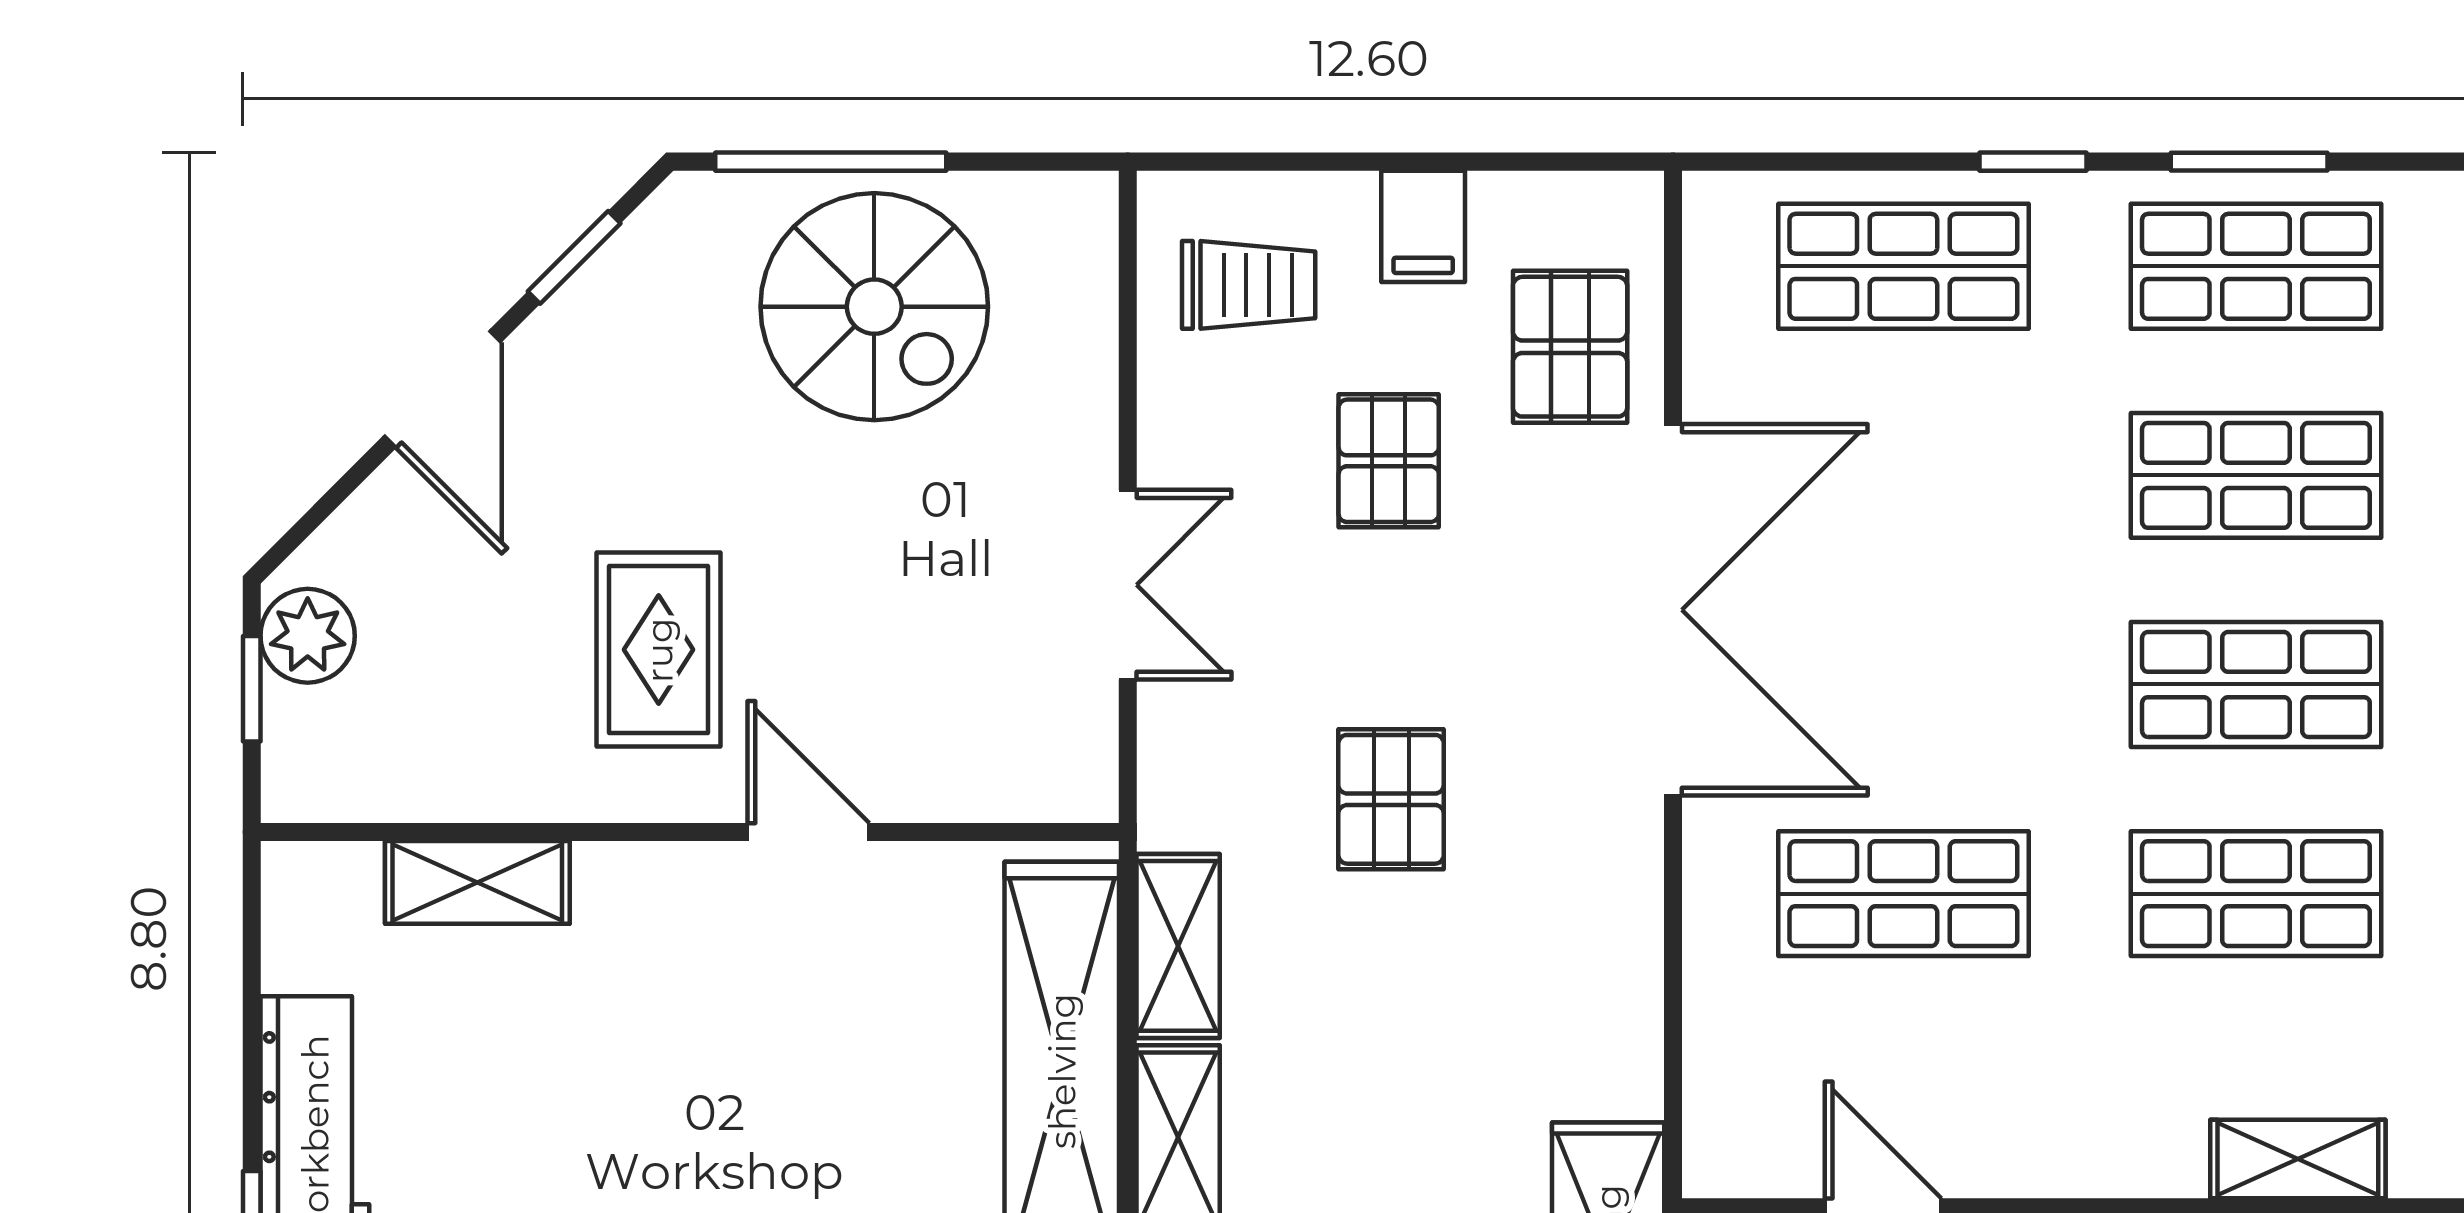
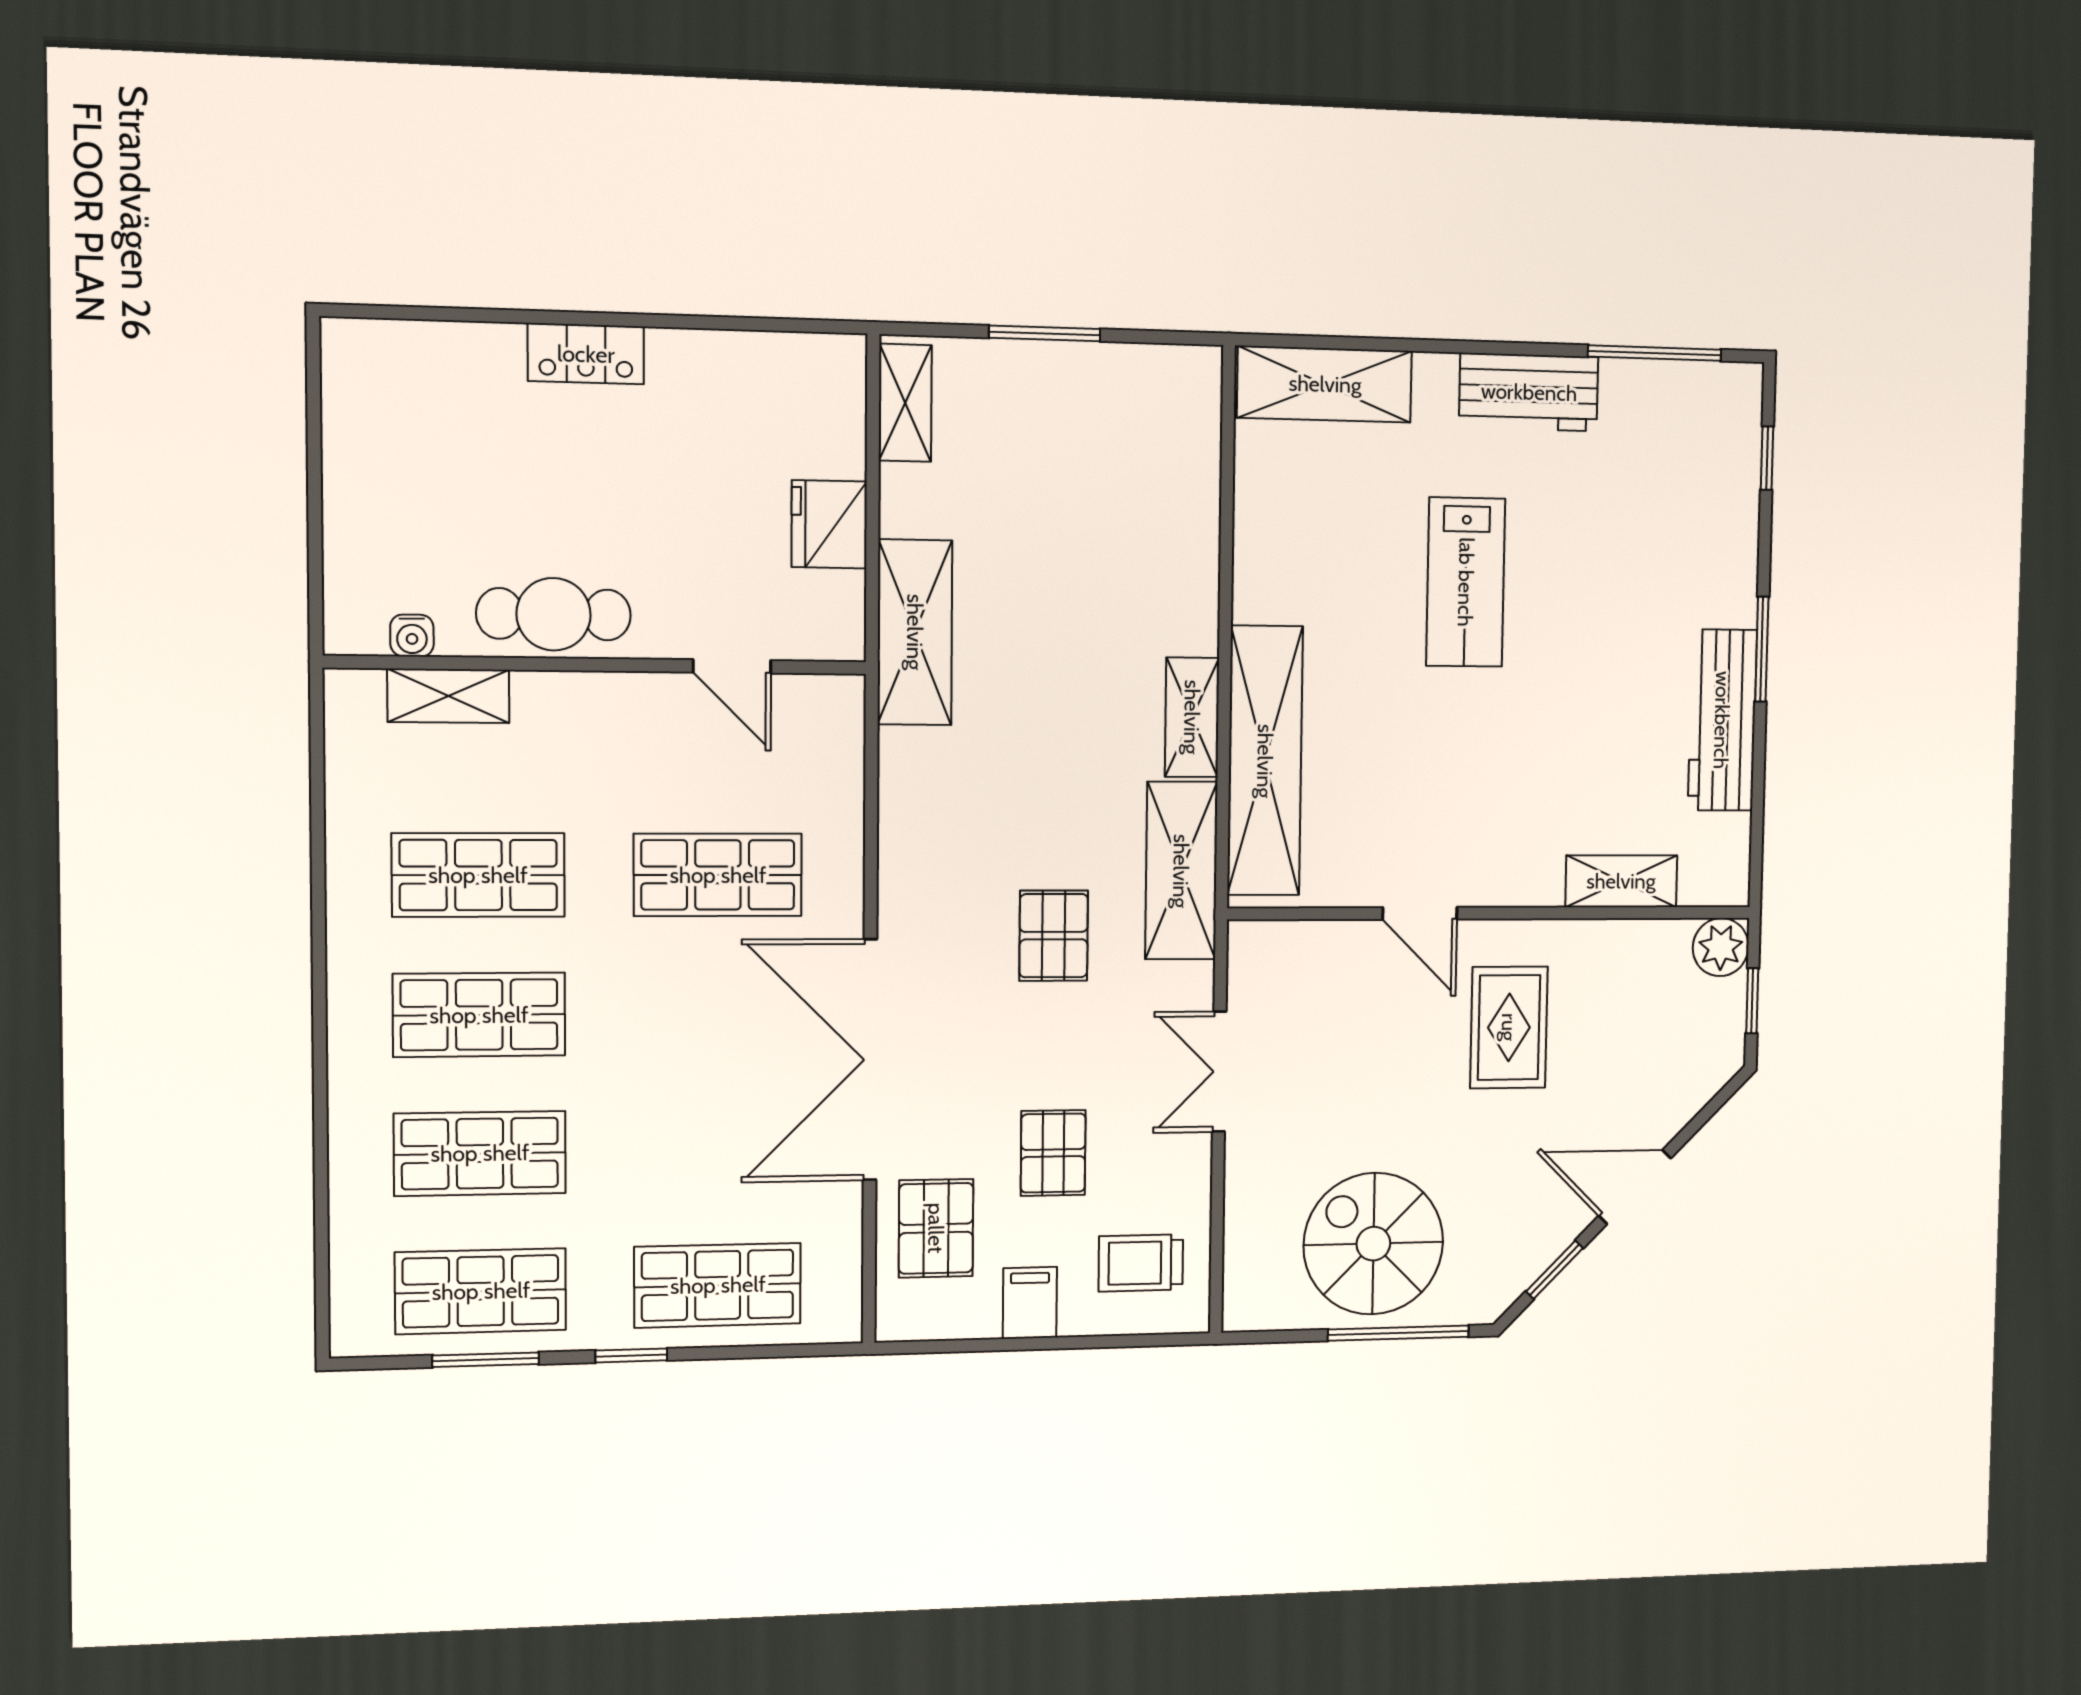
door: (443, 389) -> (1635, 1187), hinge flipped
plant: (308, 636) -> (1721, 947), moved
shelving: (1178, 946) -> (1181, 871), width x1.50, depth x1.33

